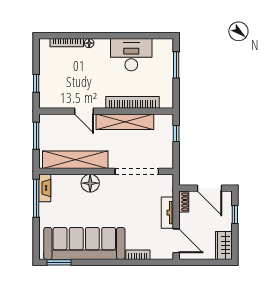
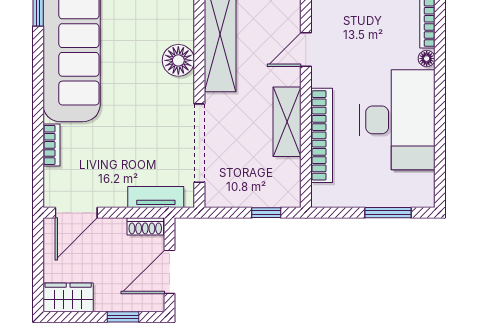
desk: (131, 55) -> (397, 120), width x1.36, depth x1.30
shelving: (125, 122) -> (287, 122), width x0.68
tv unit: (167, 213) -> (156, 197), moved

